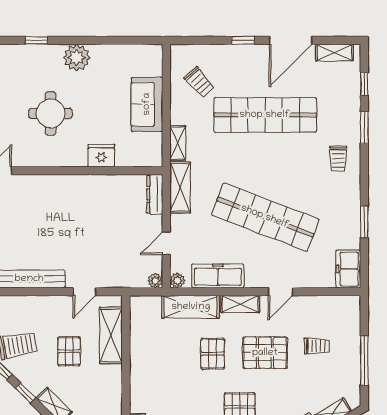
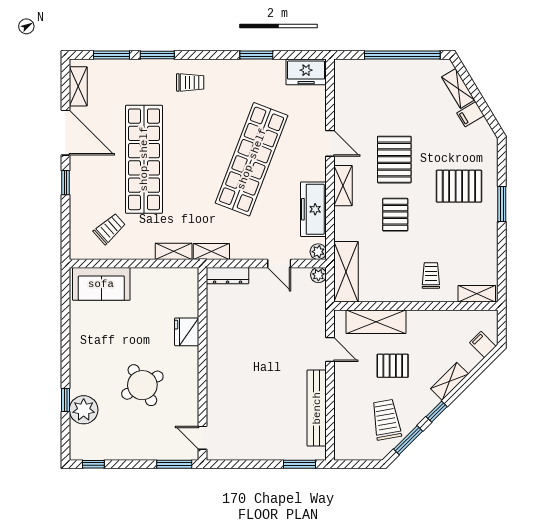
plant: (77, 58) -> (84, 410), moved
window: (364, 84) -> (111, 55), width x1.50
sofa: (147, 104) -> (101, 284), moved
round table: (51, 113) -> (142, 385), turned -30
shelving: (180, 187) -> (211, 252), width x0.67, depth x0.75
shelving: (191, 307) -> (346, 272), moved
trolley: (317, 346) -> (431, 275), moved
pallet: (213, 354) -> (395, 215), turned 90
window: (364, 360) -> (402, 55), width x1.46

